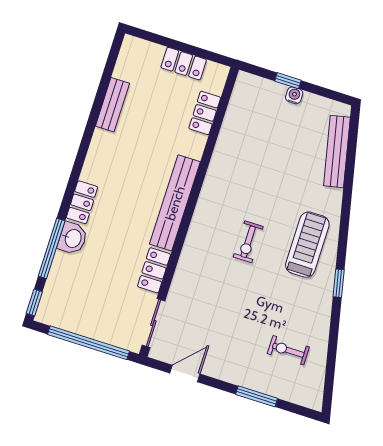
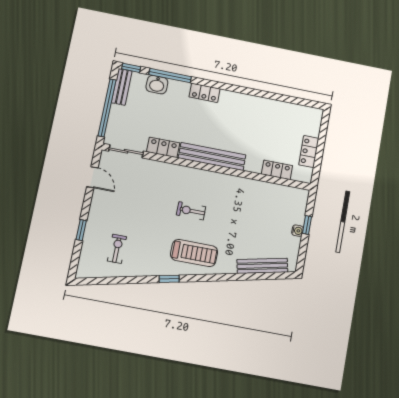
bench: (112, 105) -> (122, 87), moved, turned 90
washbasin: (72, 238) -> (157, 85), moved
window: (257, 396) -> (81, 230), width x0.67

